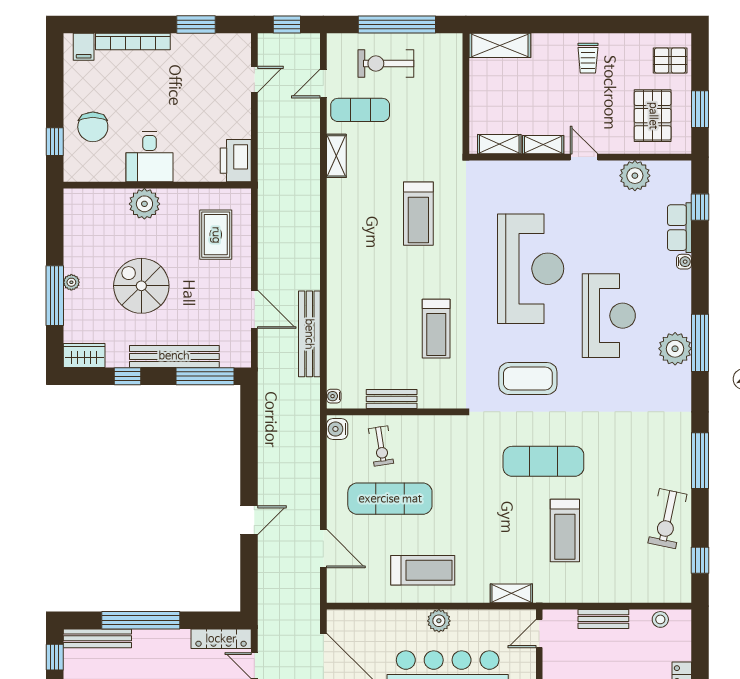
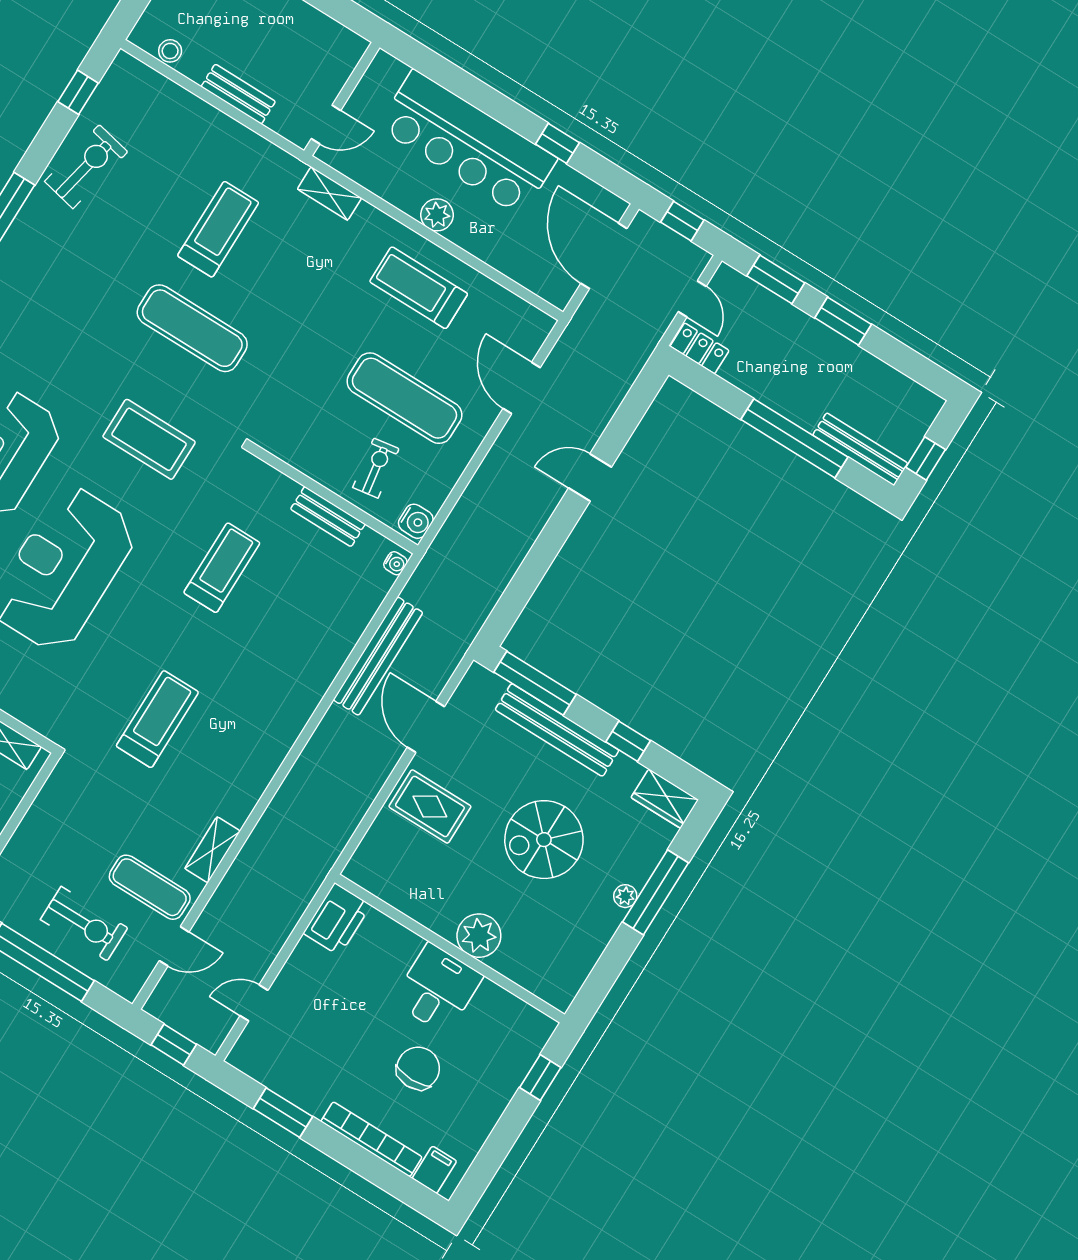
chair: (93, 127) -> (418, 1068), moved
rug: (216, 235) -> (430, 806), moved, turned 90
spiral stairs: (141, 286) -> (544, 840), turned 90
locker: (221, 639) -> (700, 348), width x0.66

